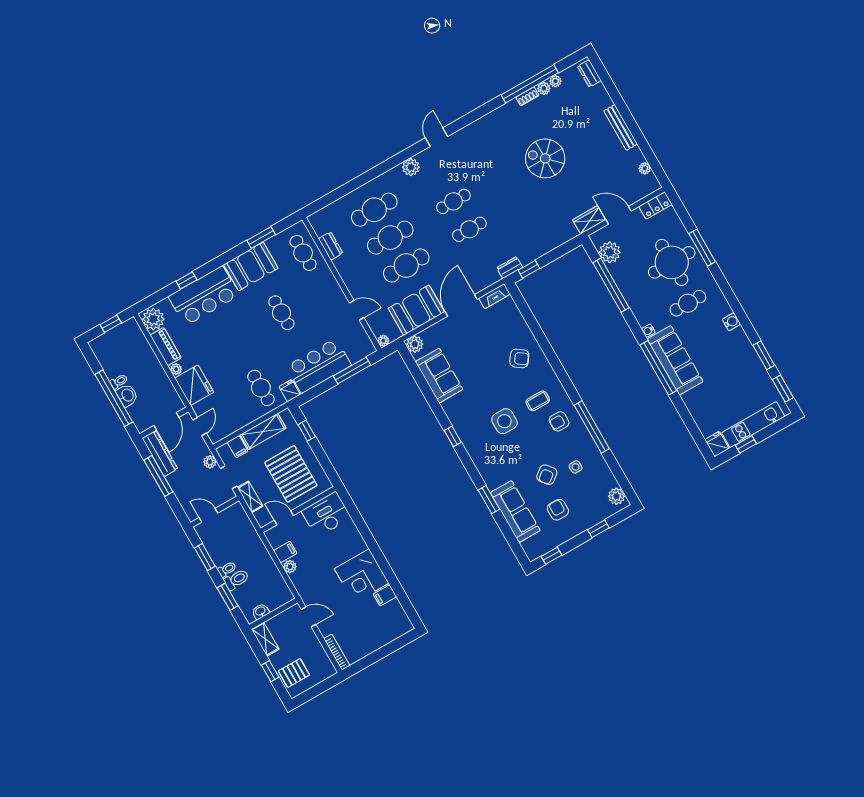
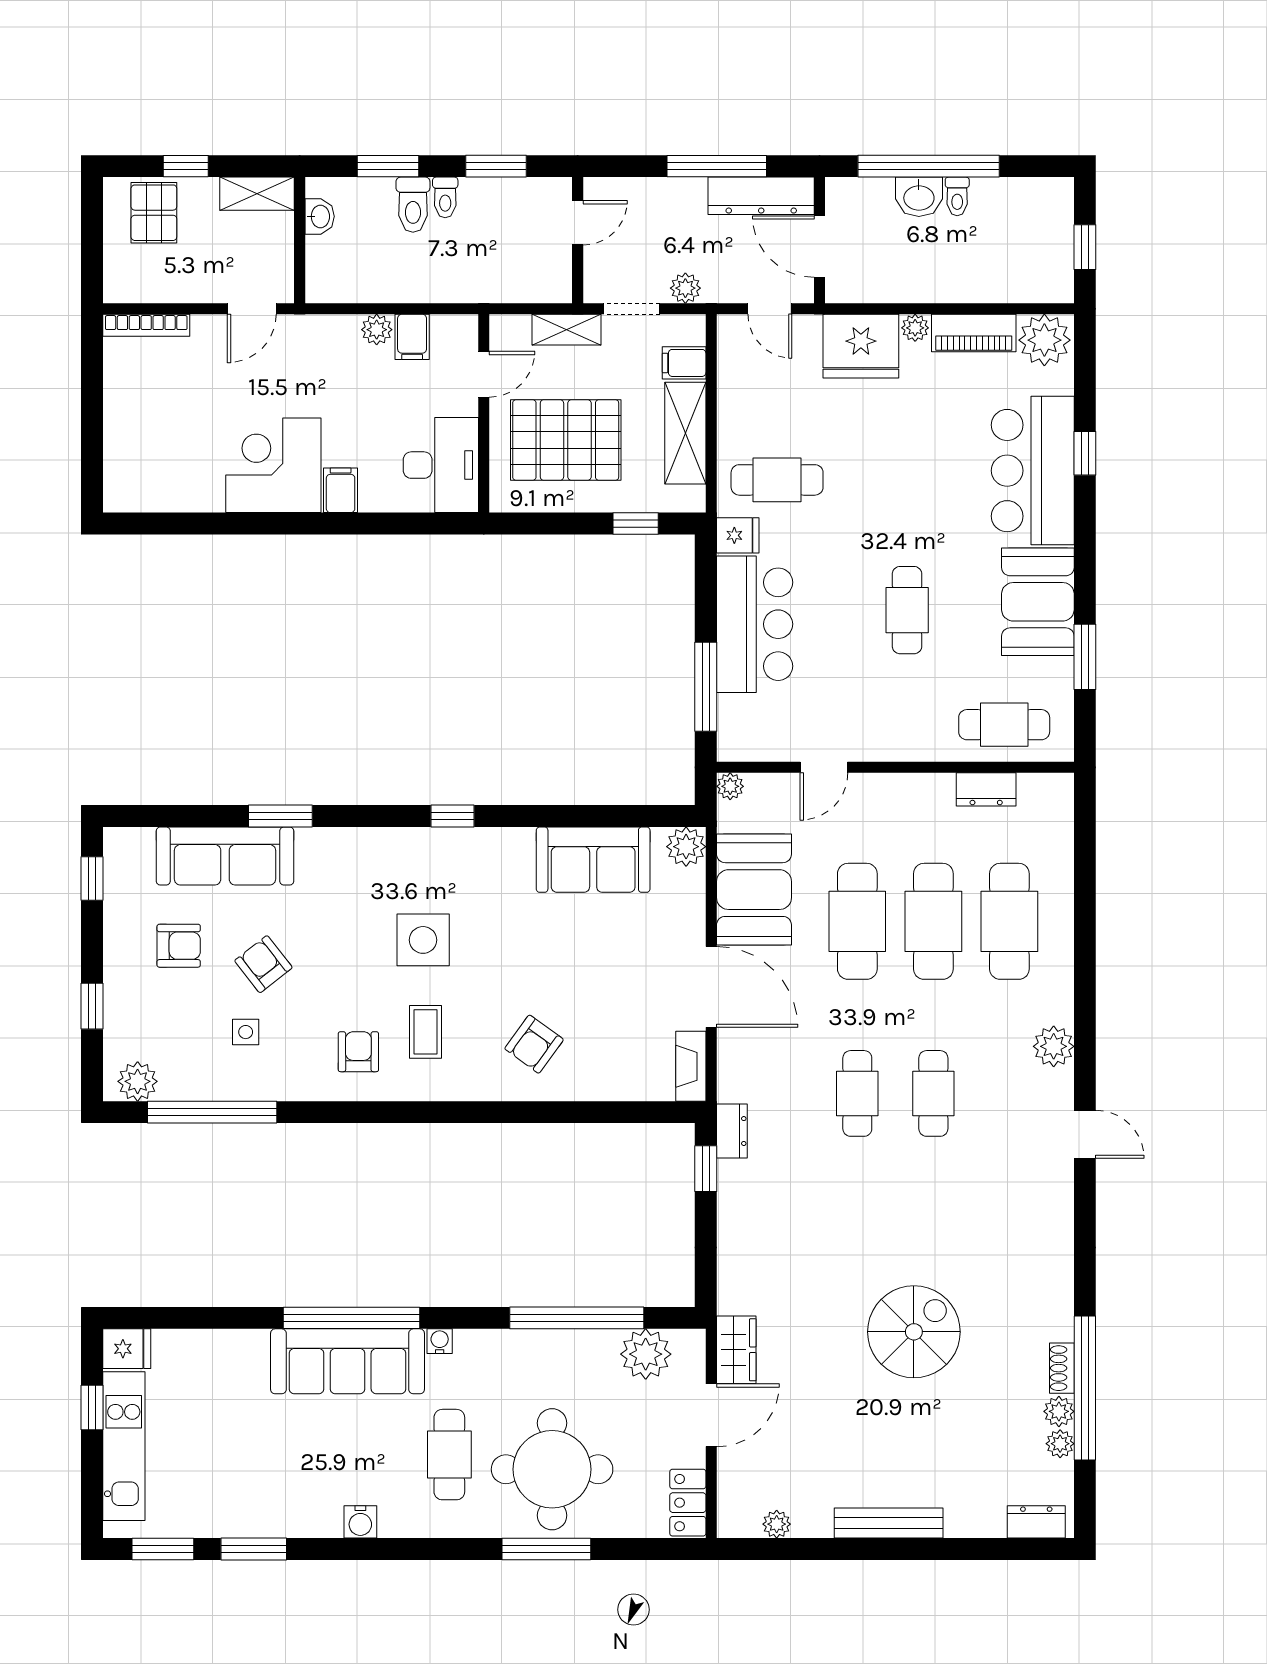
cafe table: (281, 313) -> (907, 610), turned 90
window: (592, 427) -> (212, 1112), moved
filing cabinet: (385, 595) -> (341, 490), moved

